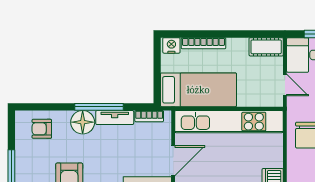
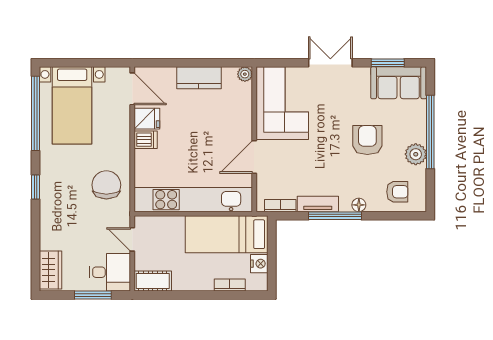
bookcase: (203, 43) -> (230, 285), width x0.64
nightstand: (171, 45) -> (259, 264), moved, turned -90
floor lamp: (83, 122) -> (359, 205), width x0.53, depth x0.53
plant: (25, 163) -> (416, 154), added

